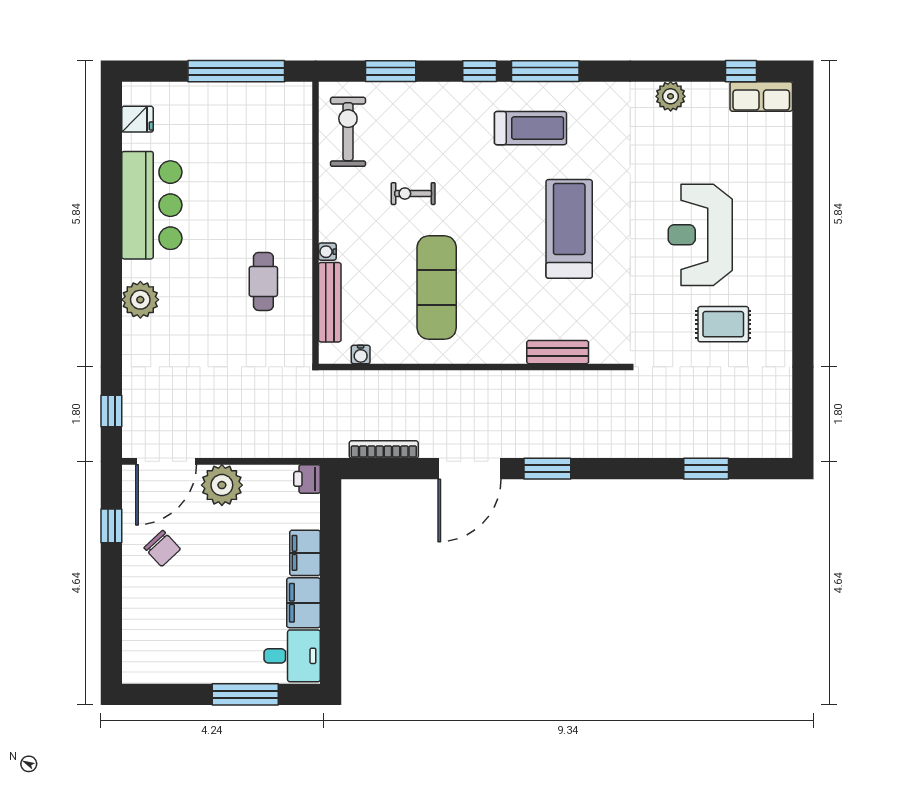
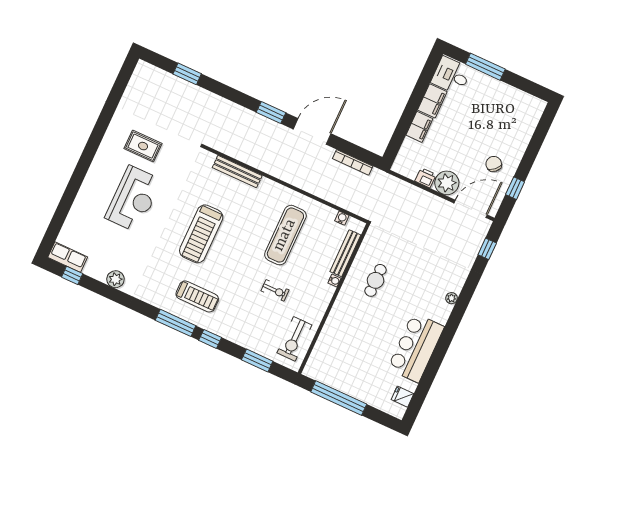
treadmill: (530, 128) -> (197, 296), turned 180
plant: (140, 300) -> (452, 298), width x0.53, depth x0.53
bench: (558, 352) -> (237, 172), width x1.36
printer: (307, 479) -> (425, 178), moved, turned -90

